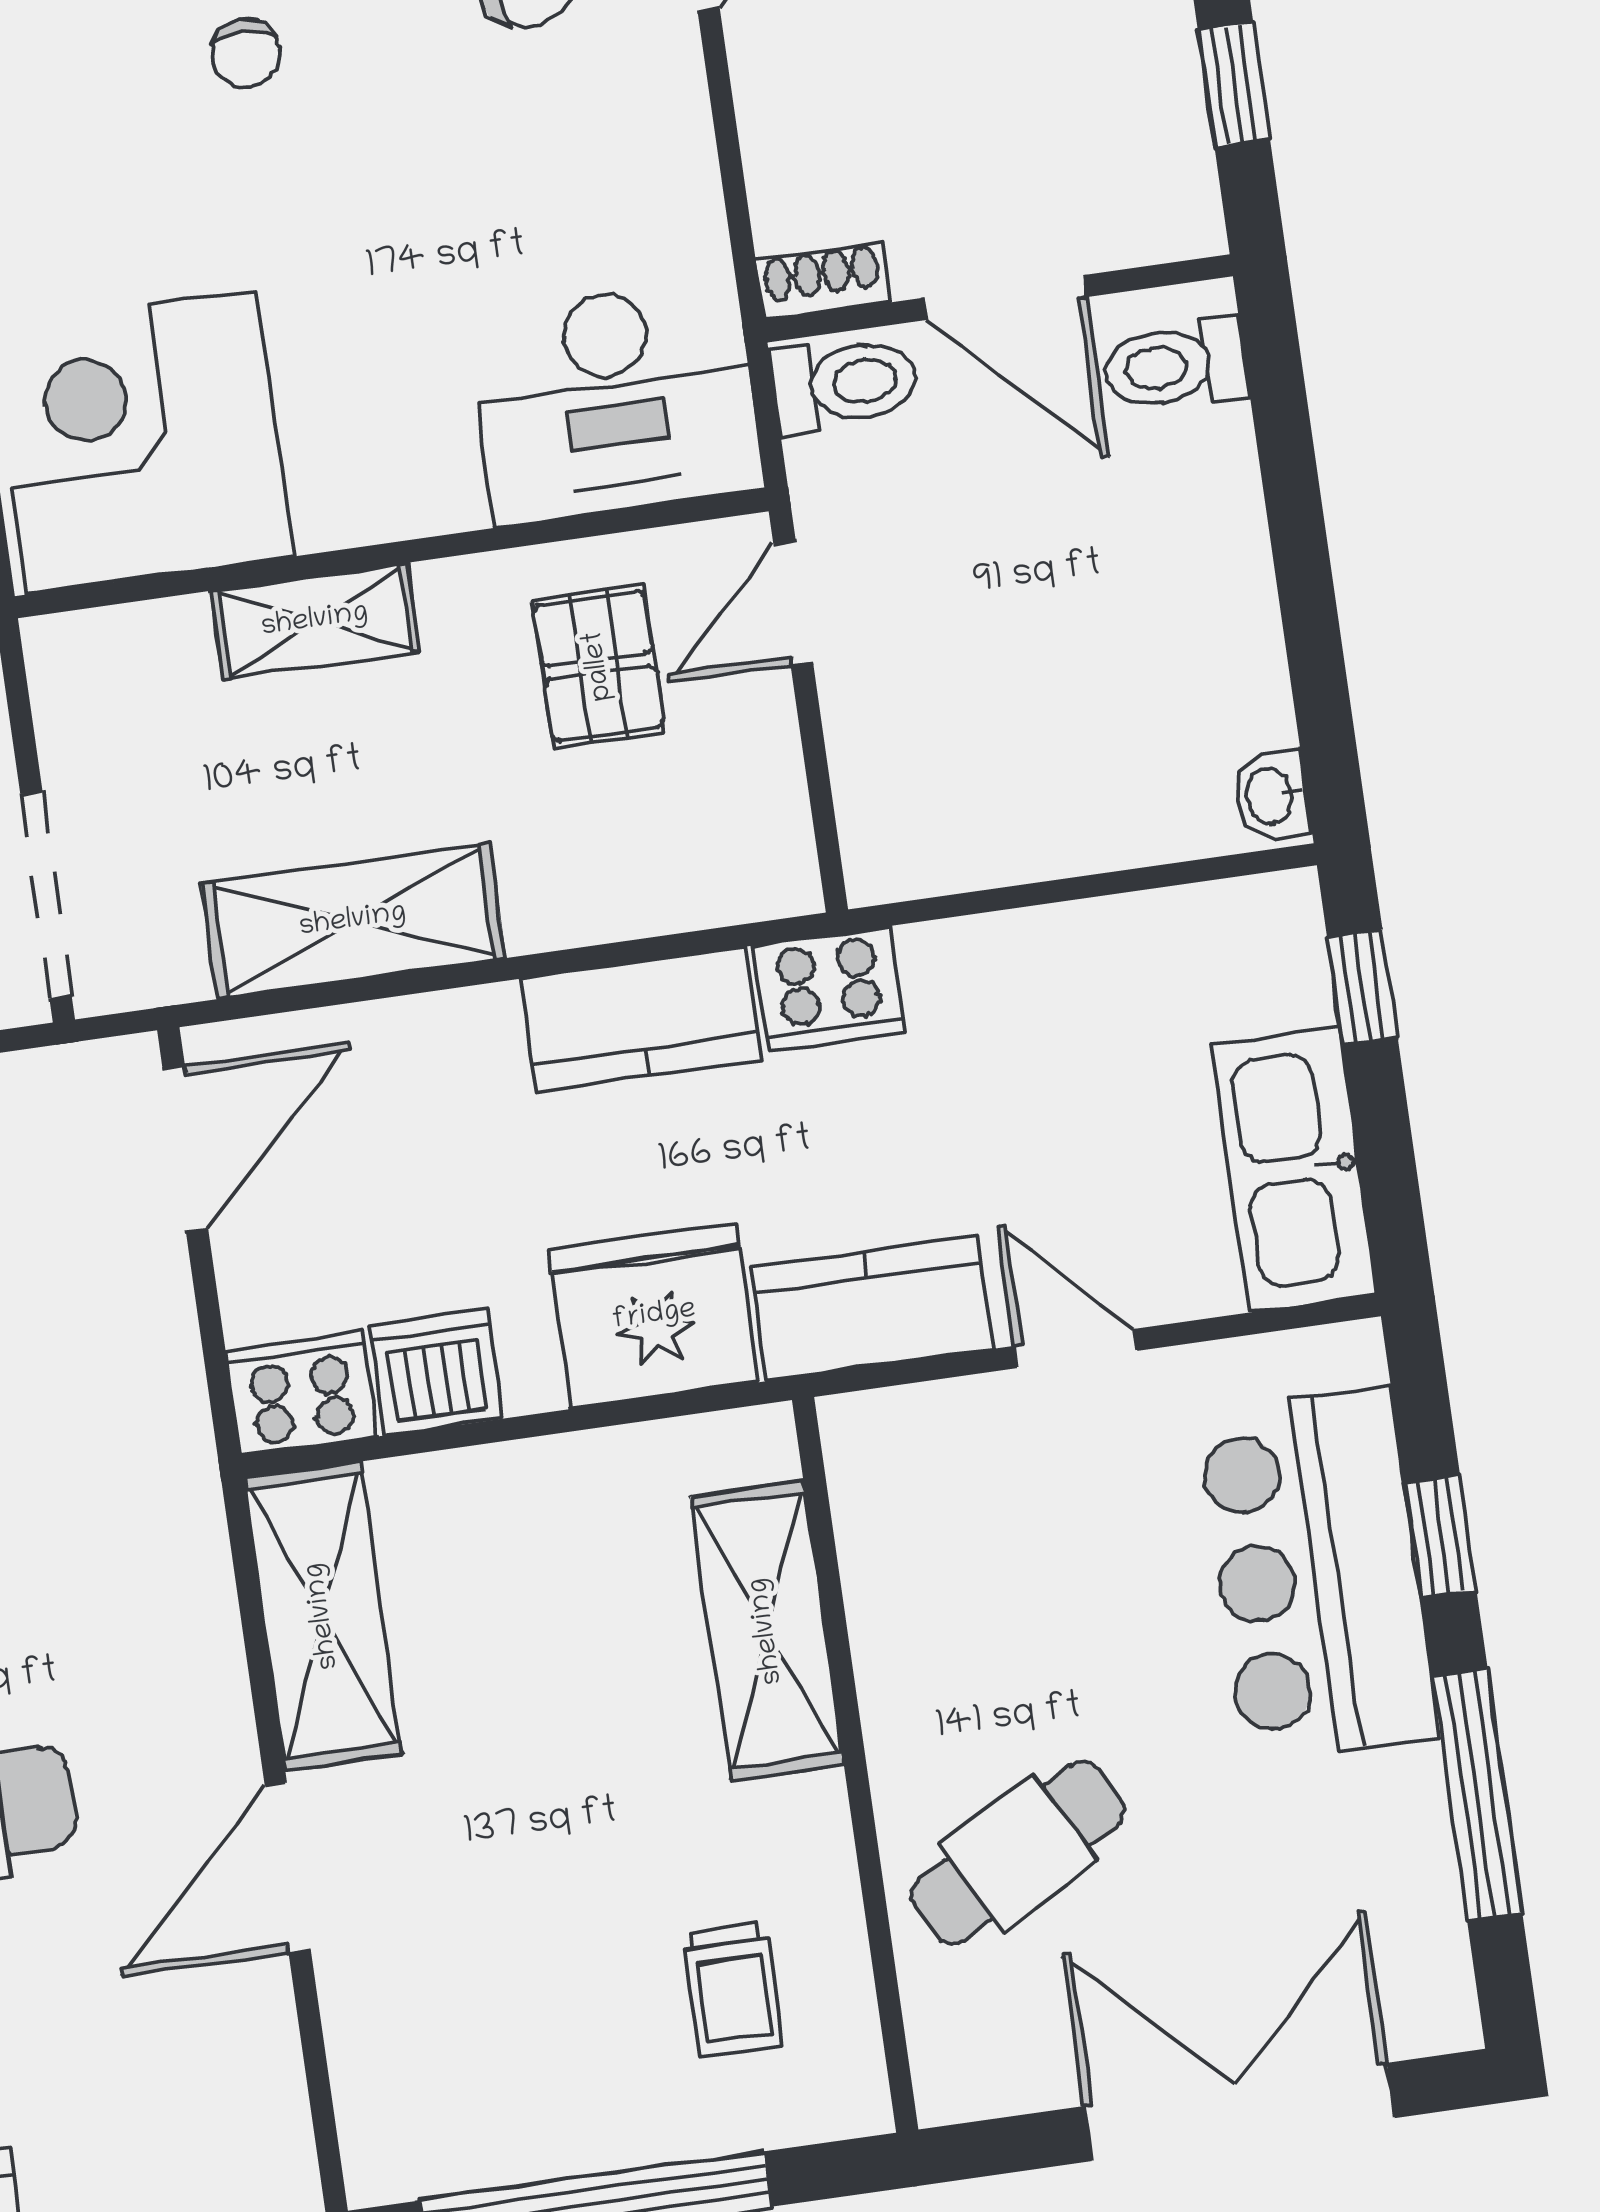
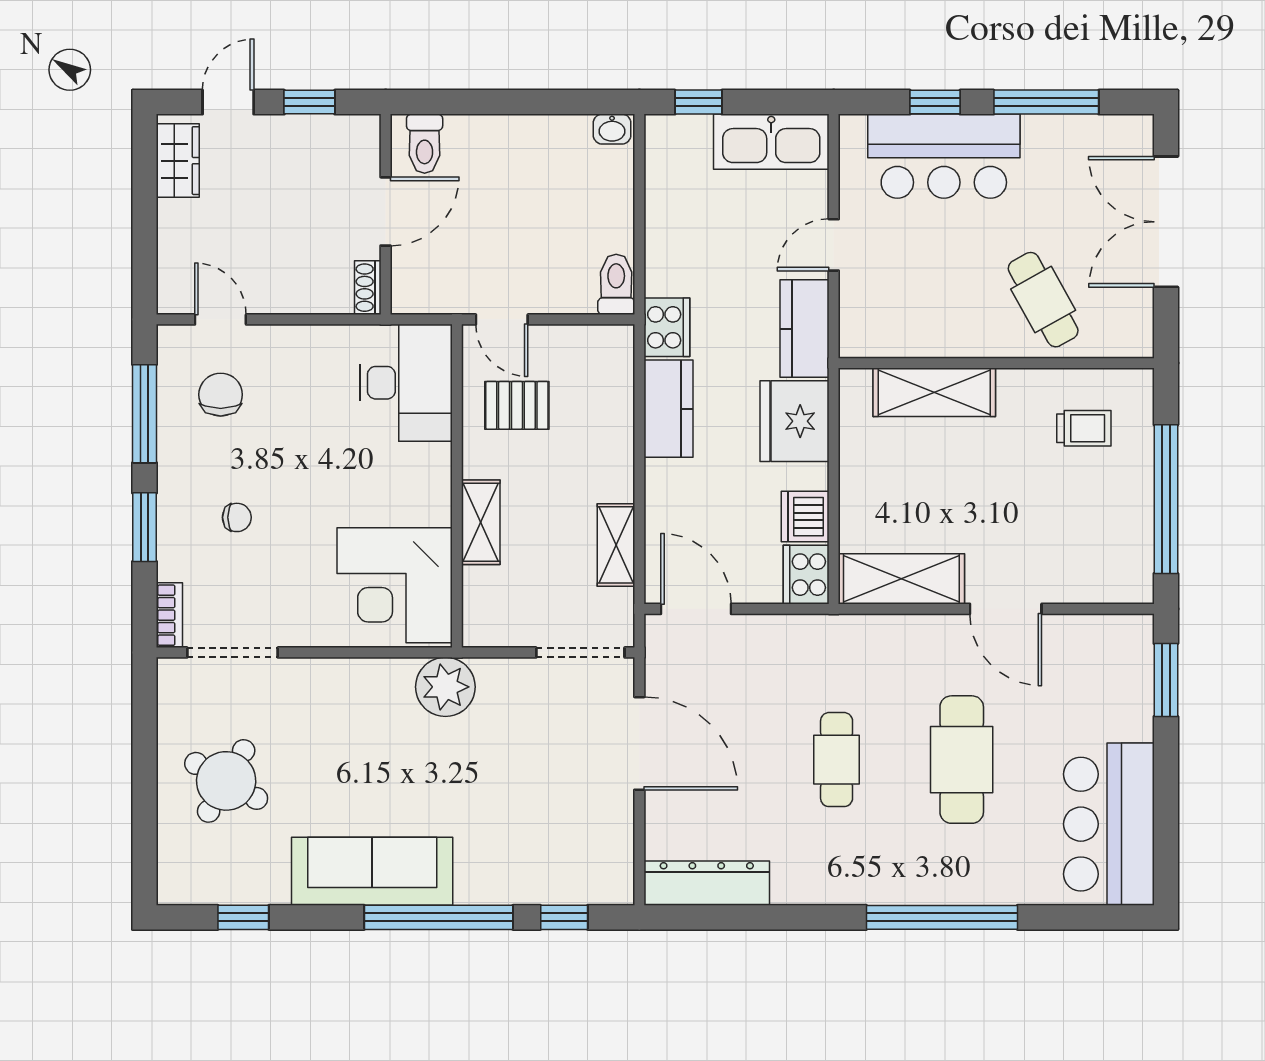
toilet: (845, 384) -> (616, 284), moved
shelving: (353, 921) -> (616, 545), width x0.67, depth x0.75

